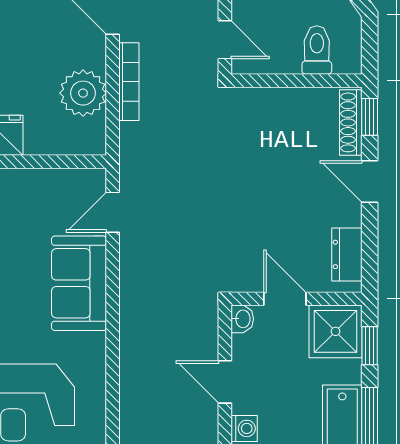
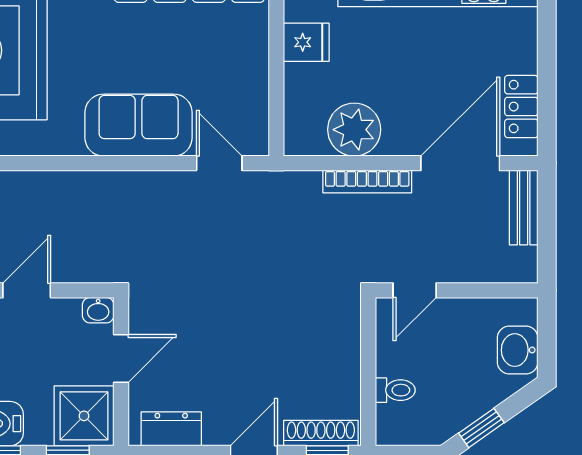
toilet: (317, 50) -> (395, 390), width x0.73, depth x0.72

